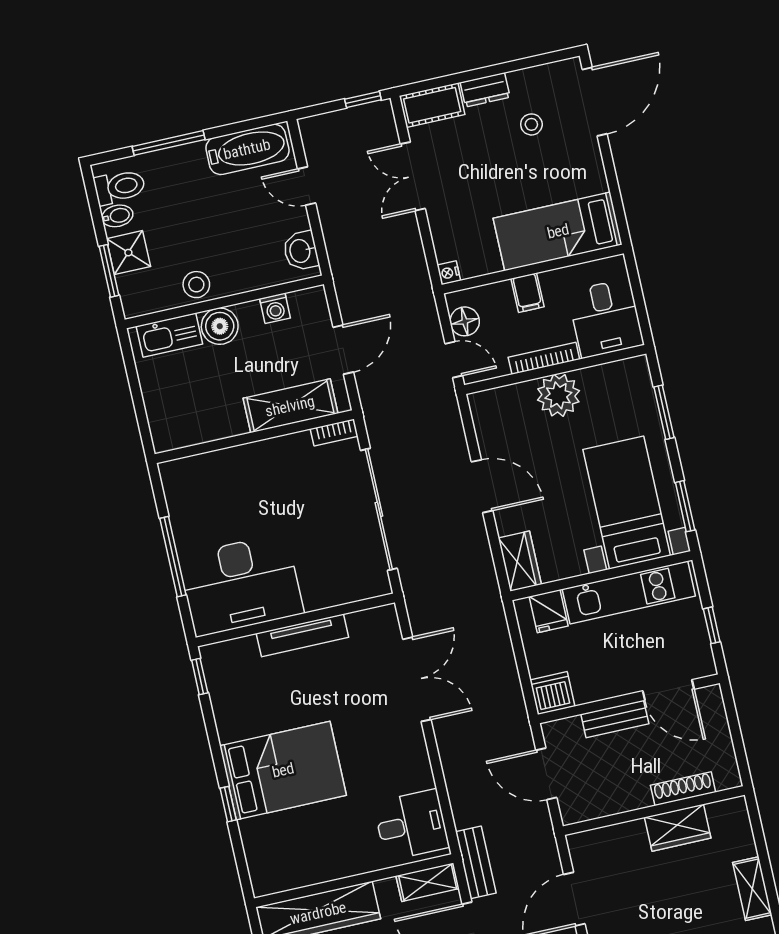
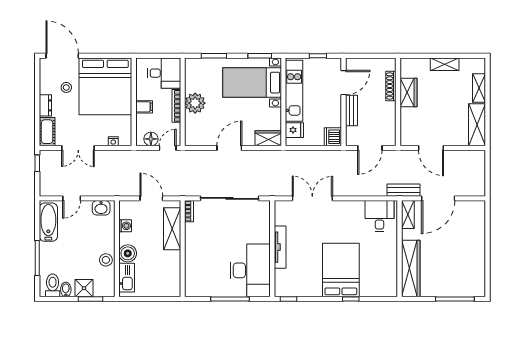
bed: (558, 231) -> (105, 86), width x2.04
nightstand: (449, 273) -> (113, 141), moved

